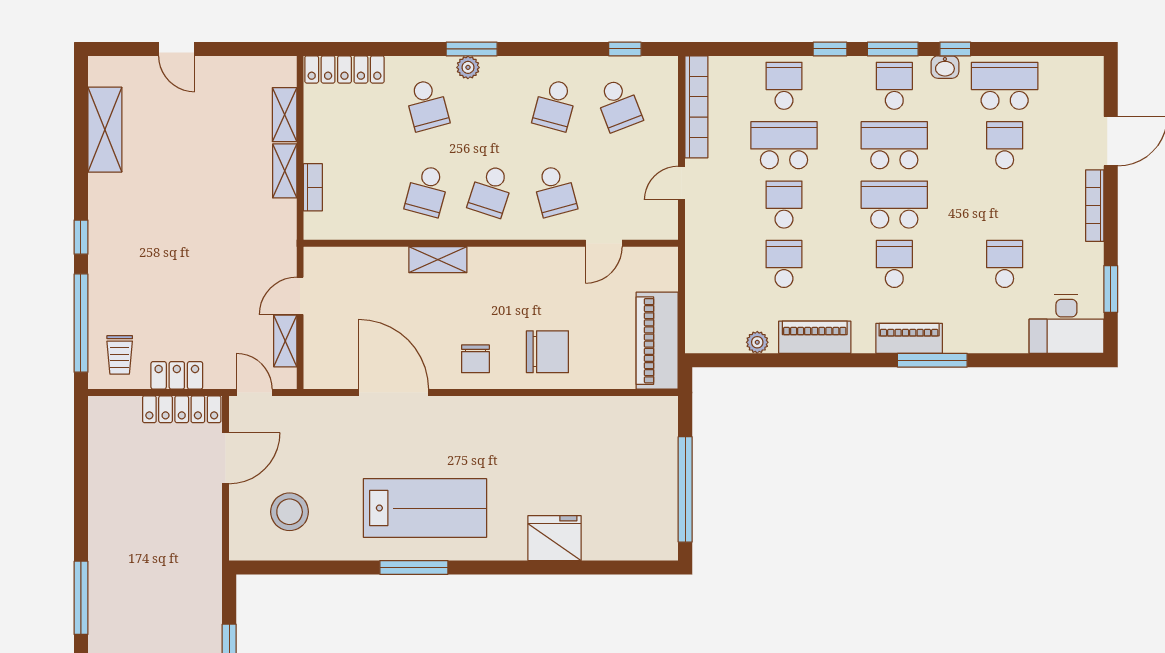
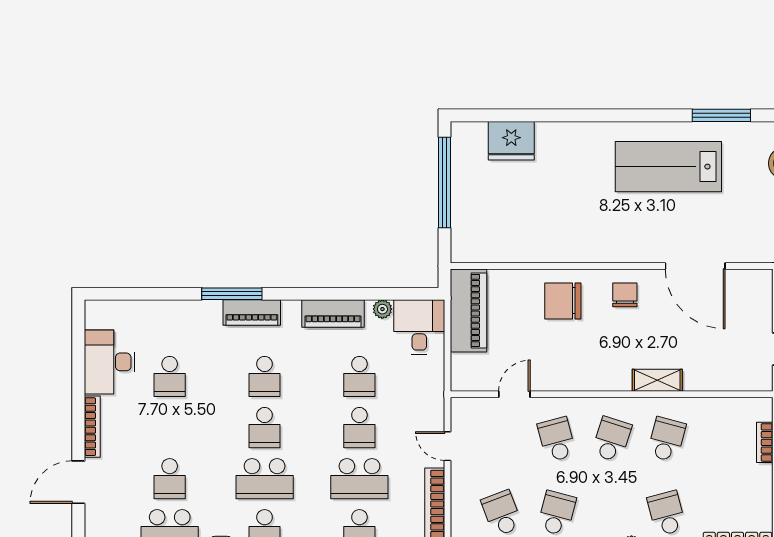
door: (682, 183) -> (448, 446), swing flipped
school desk: (894, 205) -> (265, 428), width x0.54
window: (1111, 289) -> (78, 355), removed
desk: (714, 321) -> (419, 327), added
desk: (1066, 324) -> (110, 362), moved, turned -90
fridge: (554, 538) -> (511, 141), moved
window: (414, 567) -> (721, 115), moved

